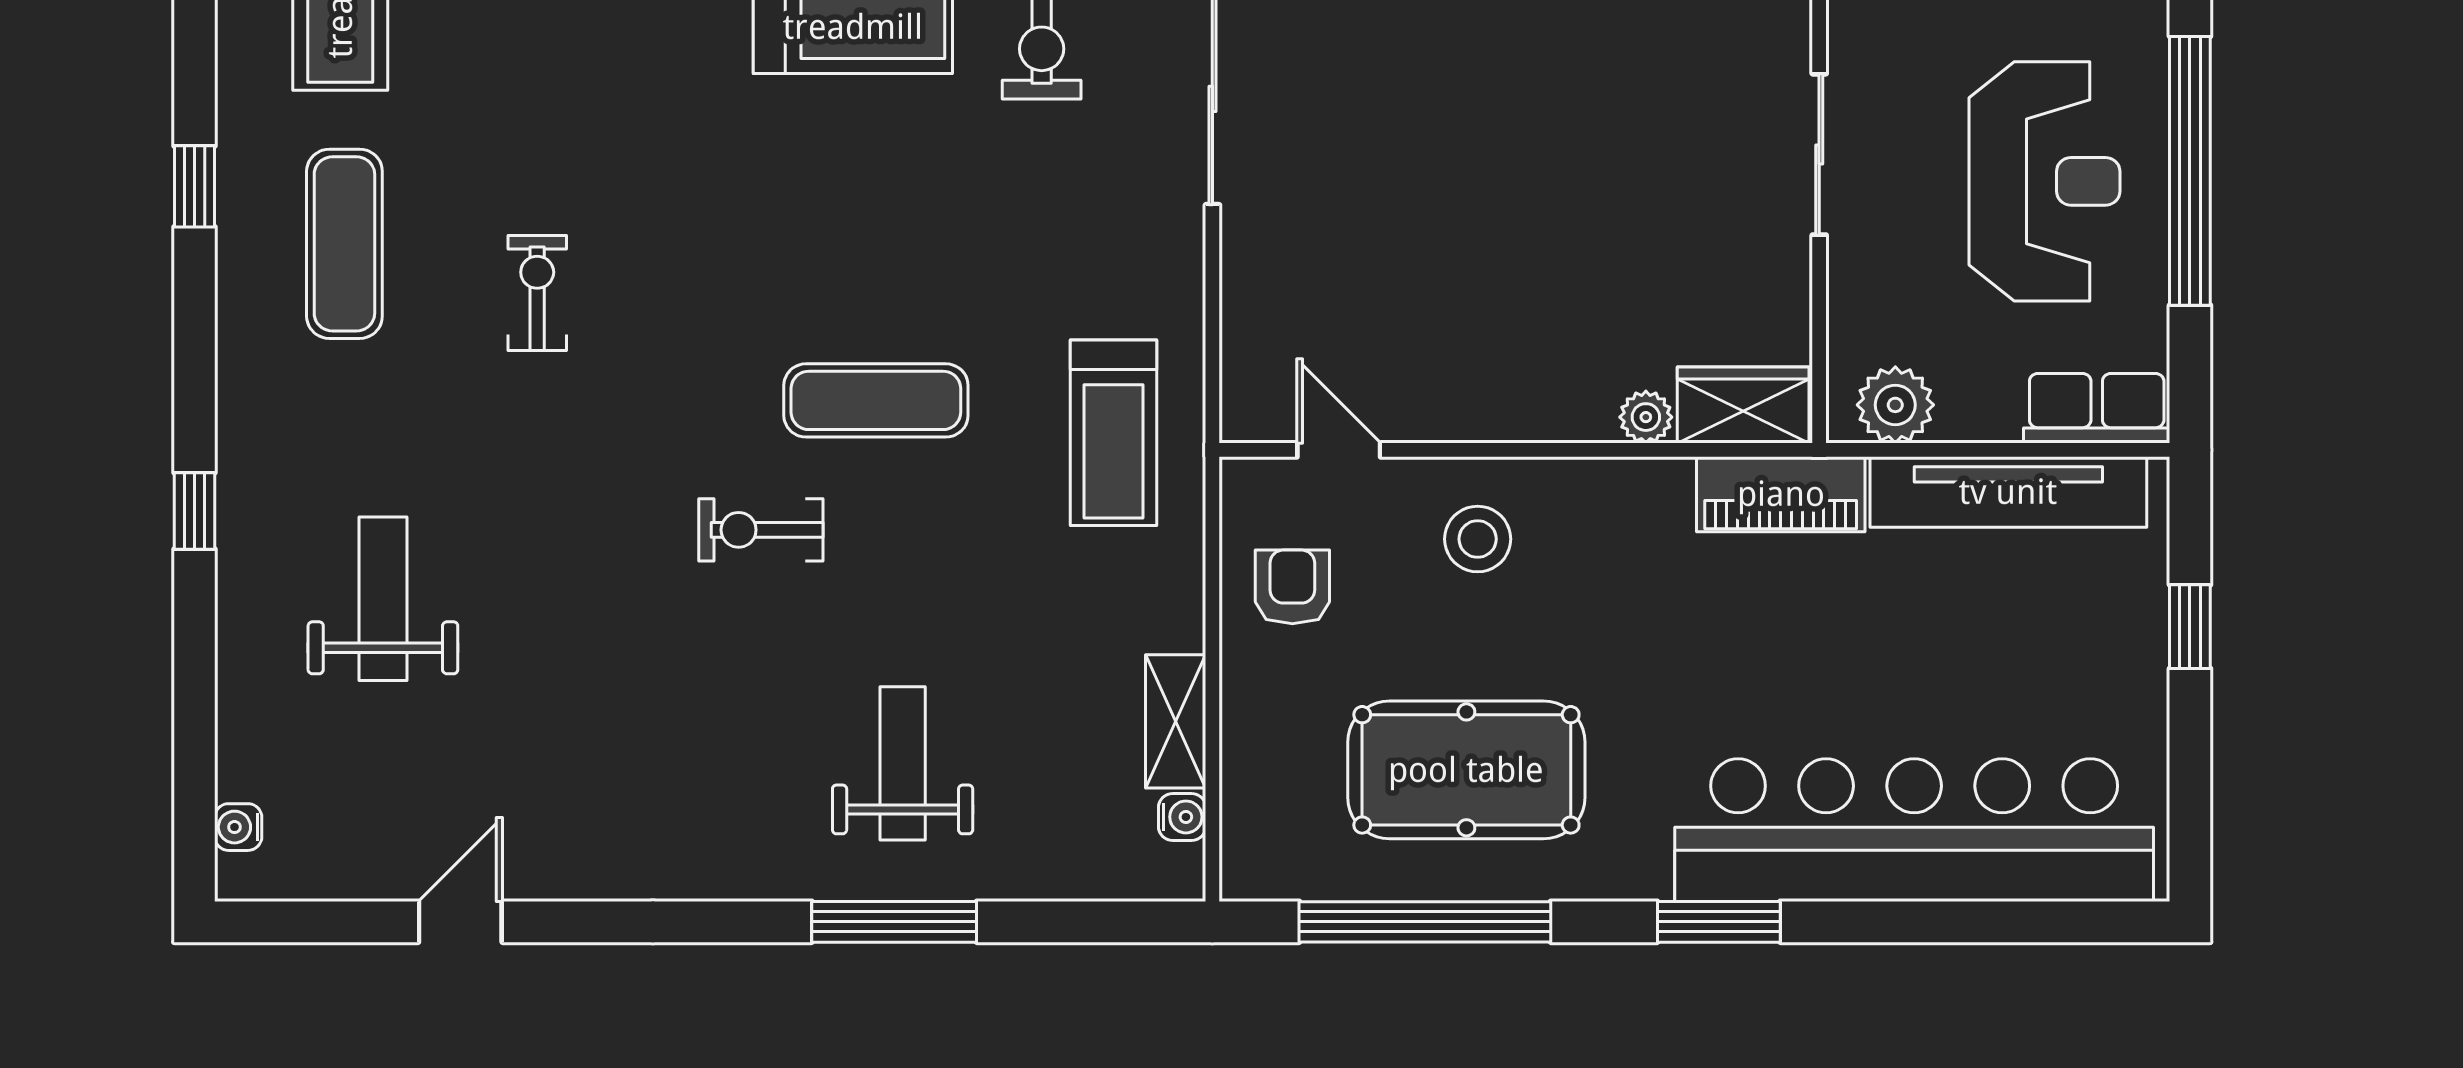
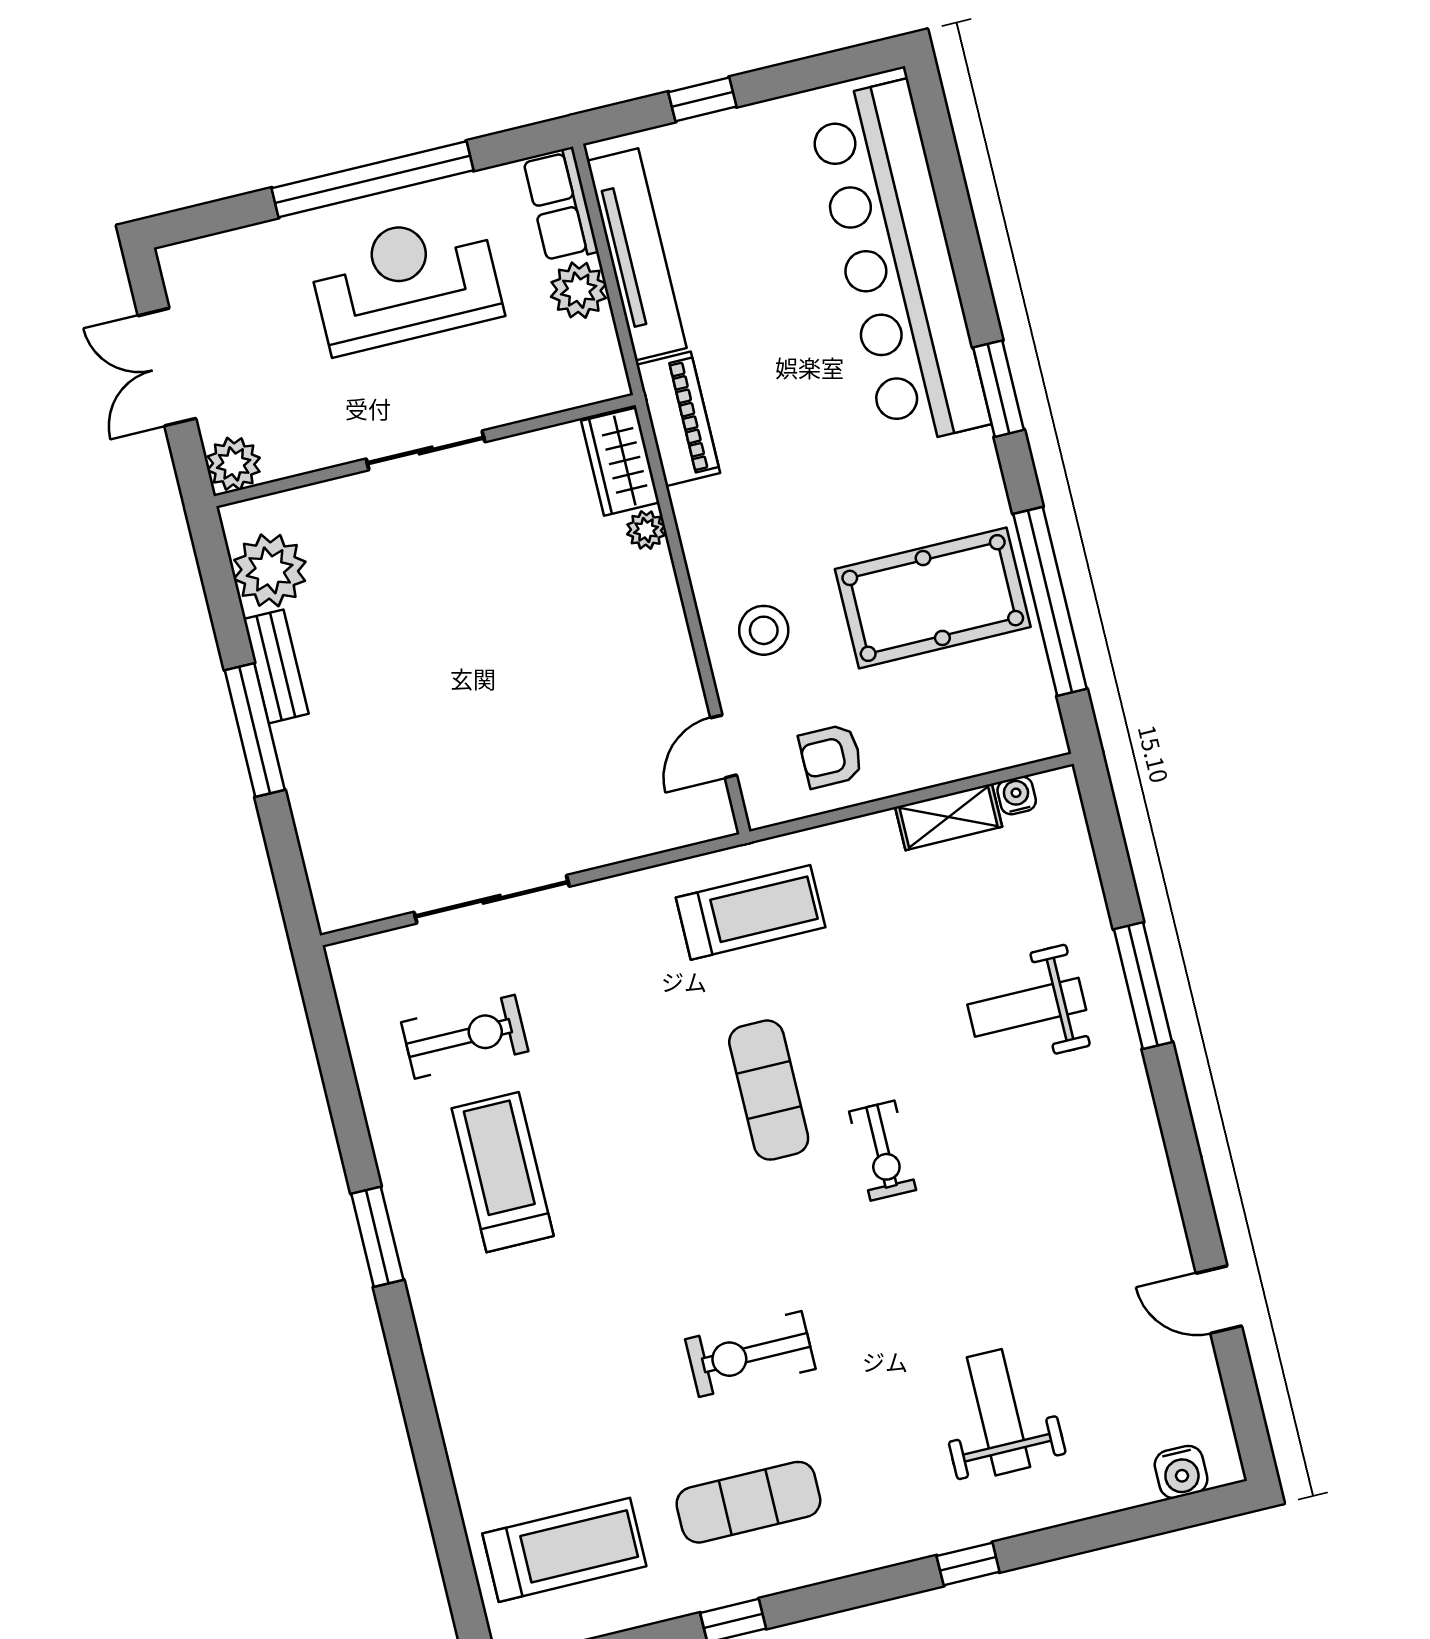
exercise bike: (537, 293) -> (750, 1354), width x1.38, depth x1.39
plant: (1895, 405) -> (579, 290), moved
weight bench: (383, 599) -> (999, 1412), turned 90
pool table: (1466, 770) -> (933, 598), turned 90
water cooler: (238, 827) -> (1181, 1472), width x1.38, depth x1.38

